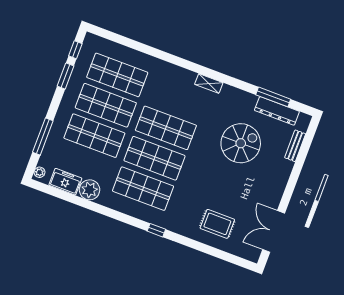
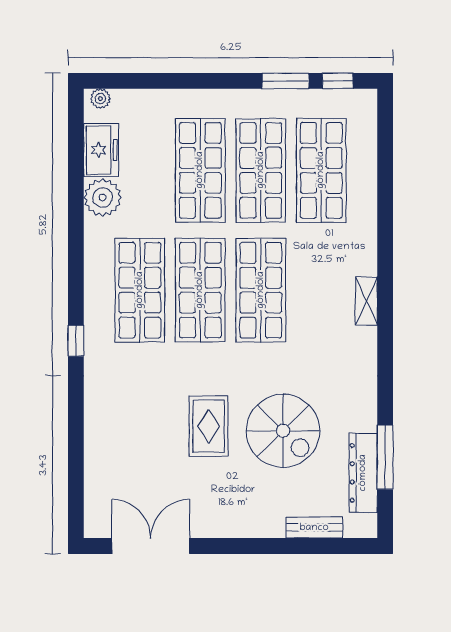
shelving: (209, 83) -> (366, 301), moved
window: (43, 136) -> (165, 81), removed
rug: (217, 224) -> (209, 426), moved

